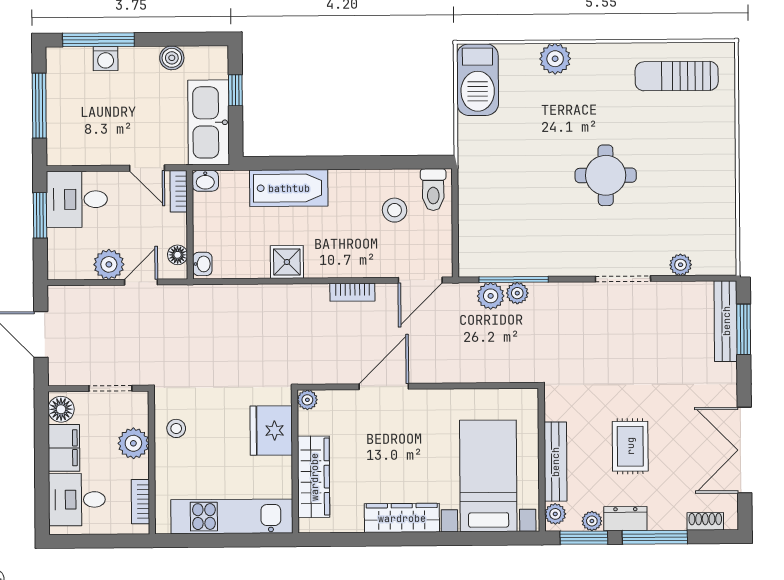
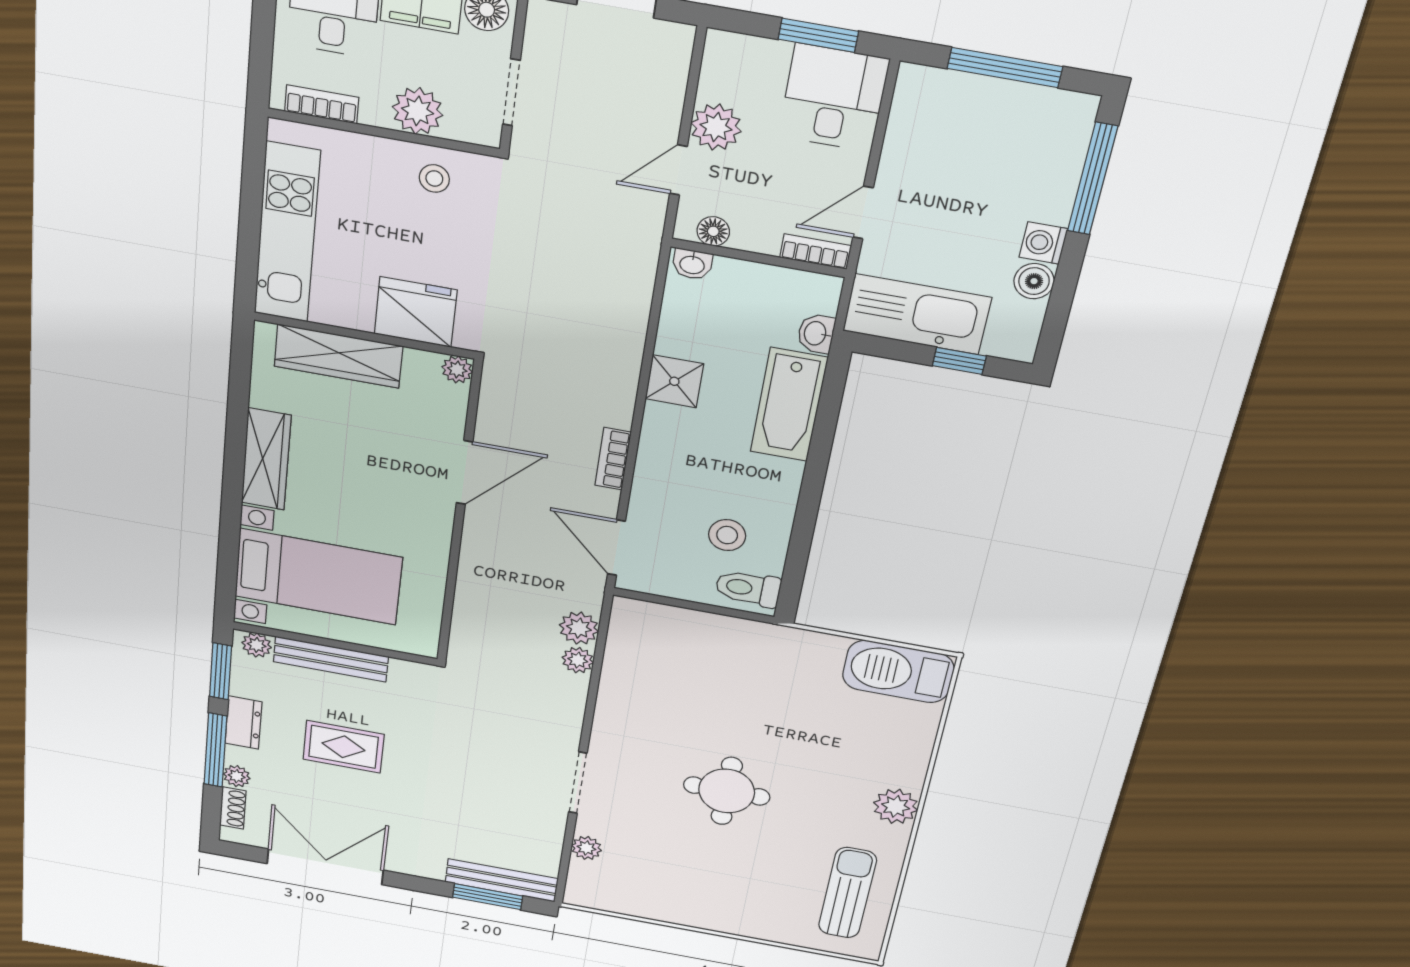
washing machine: (106, 58) -> (1043, 243), moved
plant: (555, 59) -> (896, 806), moved
washbasin: (205, 181) -> (816, 333), moved
window: (514, 280) -> (598, 660), removed
door: (141, 282) -> (678, 170), swing flipped
door: (384, 387) -> (465, 473), hinge flipped
plant: (592, 521) -> (237, 776), moved

